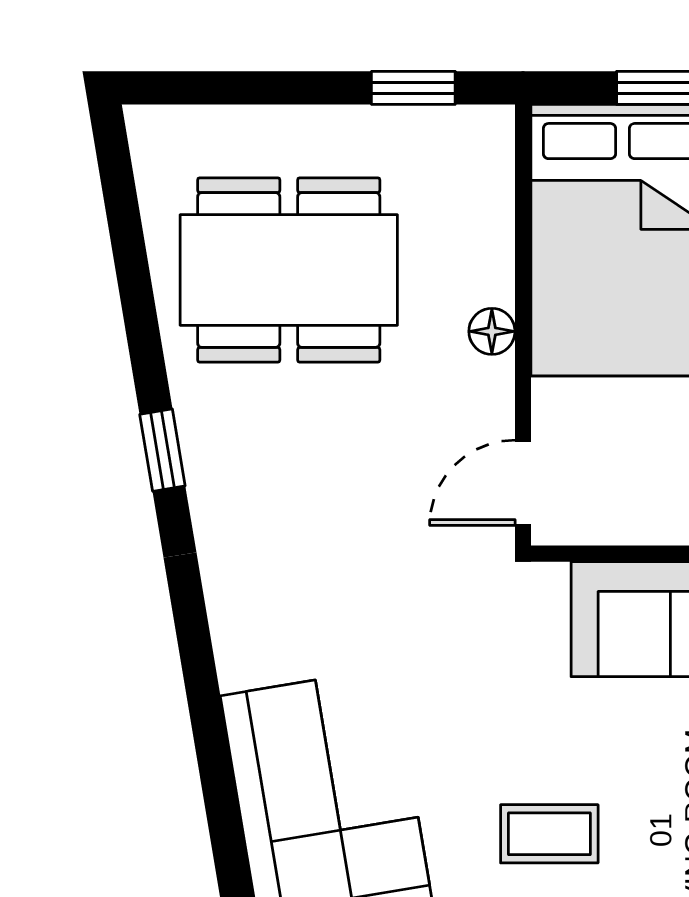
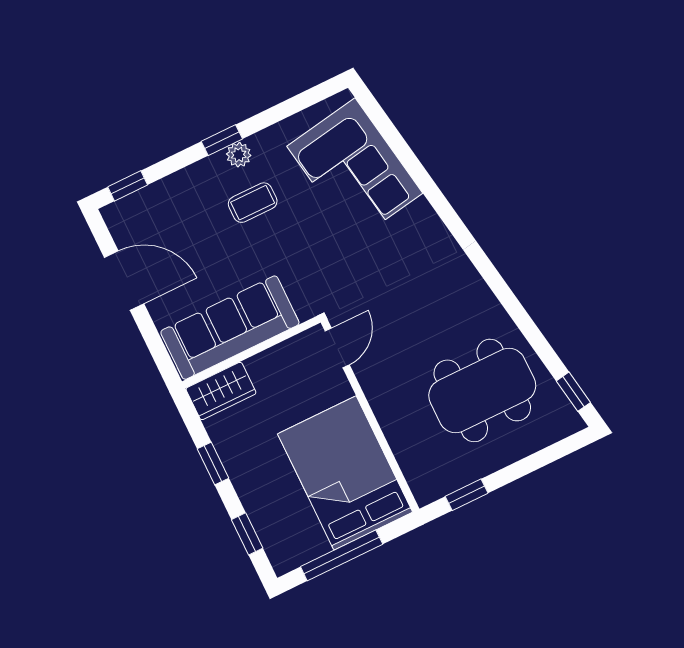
floor lamp: (492, 331) -> (382, 406), removed
window: (162, 450) -> (573, 392), moved

